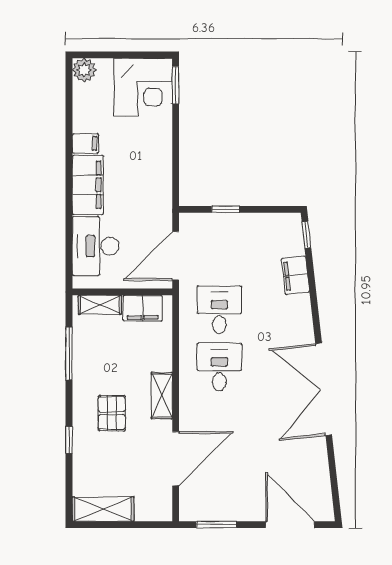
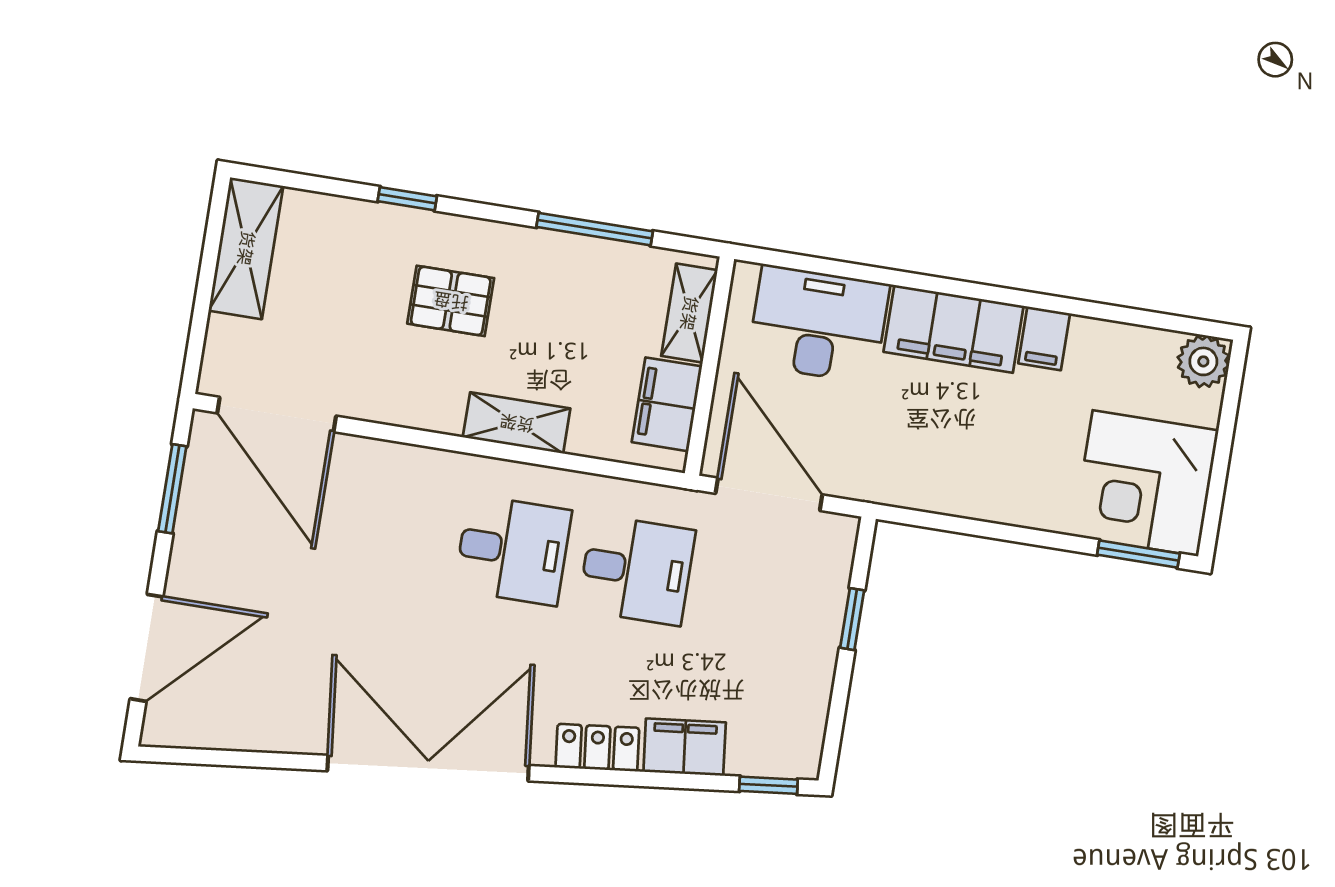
locker: (302, 315) -> (597, 748), added
shelving: (162, 395) -> (517, 423), moved
door: (176, 459) -> (277, 414), moved

